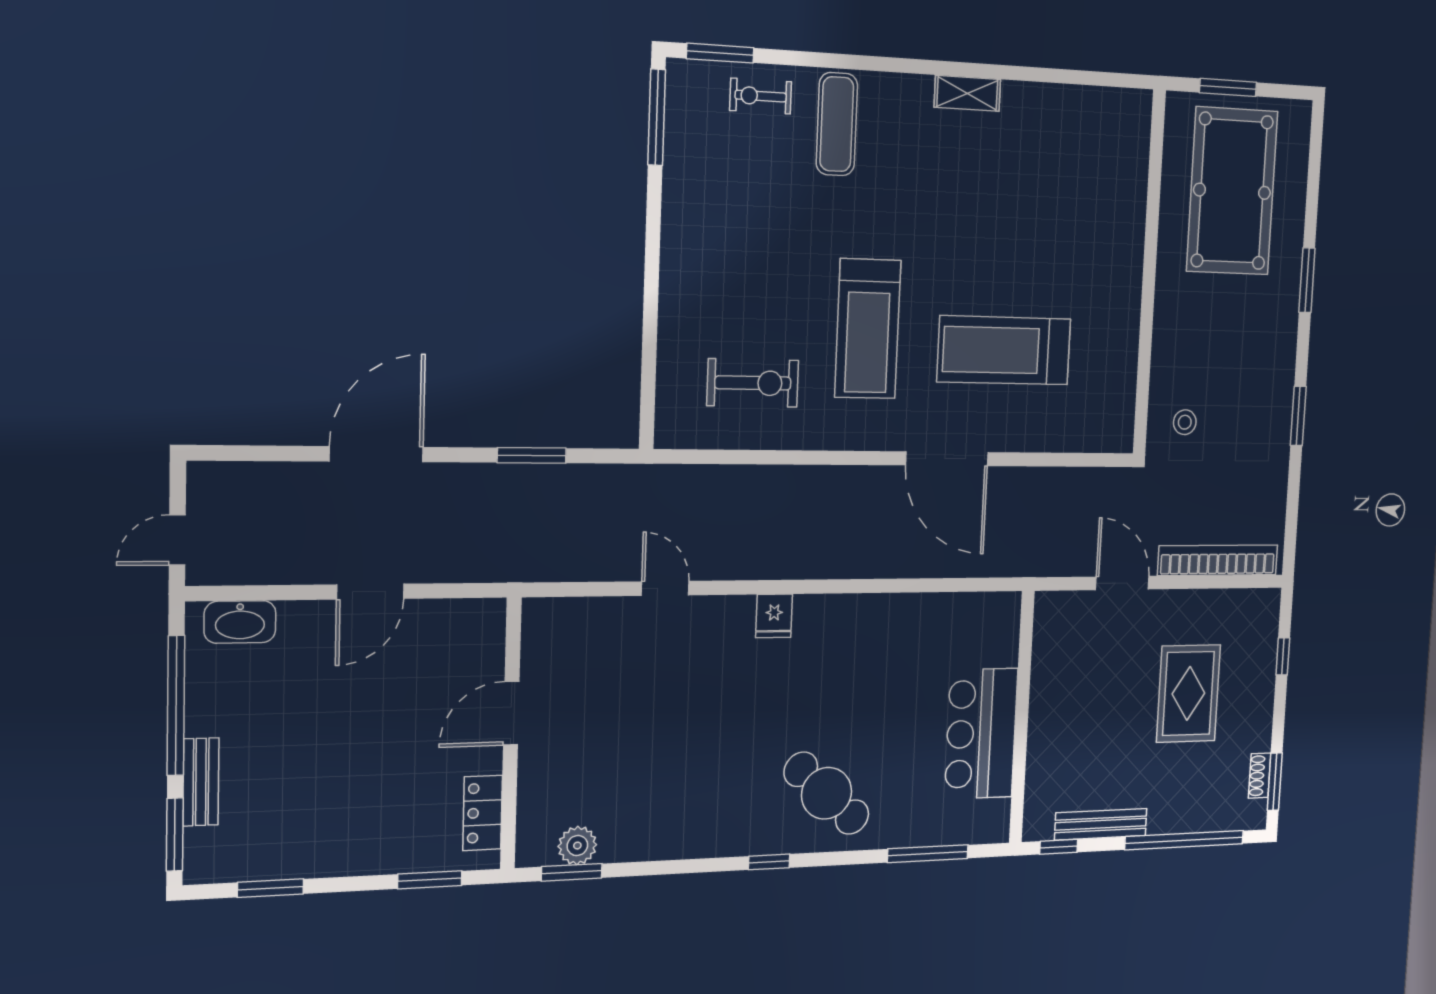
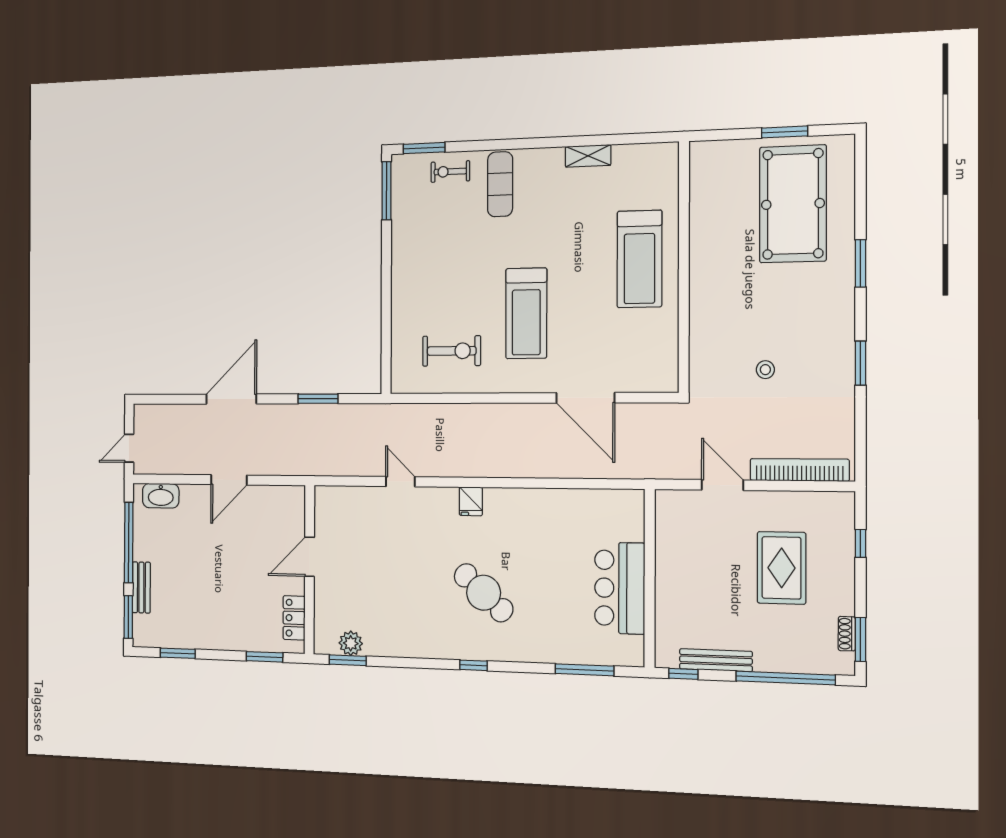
wall: (1149, 273) -> (684, 267), moved
treadmill: (1004, 350) -> (639, 259), moved, turned -90
cafe table: (827, 793) -> (484, 593), moved

